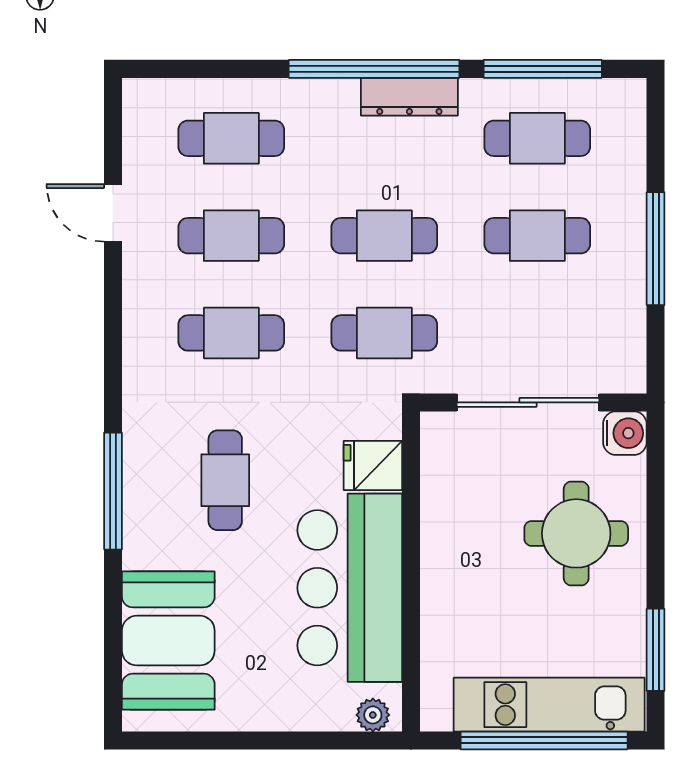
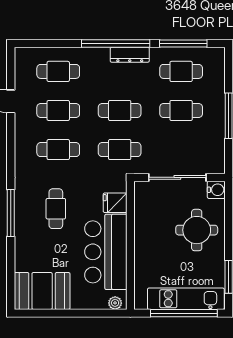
booth: (168, 641) -> (42, 291), moved, turned 90

